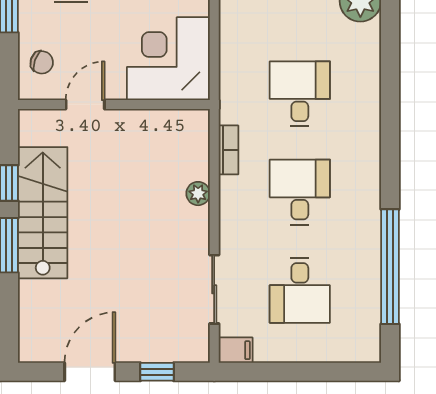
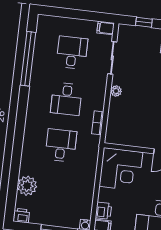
desk: (300, 94) -> (61, 145), turned 180
plant: (198, 194) -> (116, 91), moved

